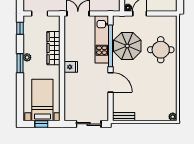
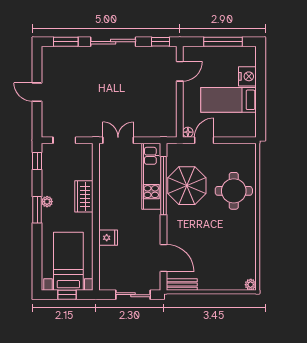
wardrobe: (54, 48) -> (84, 196), width x0.67
fridge: (71, 67) -> (108, 238), moved
door: (110, 82) -> (164, 258), moved

